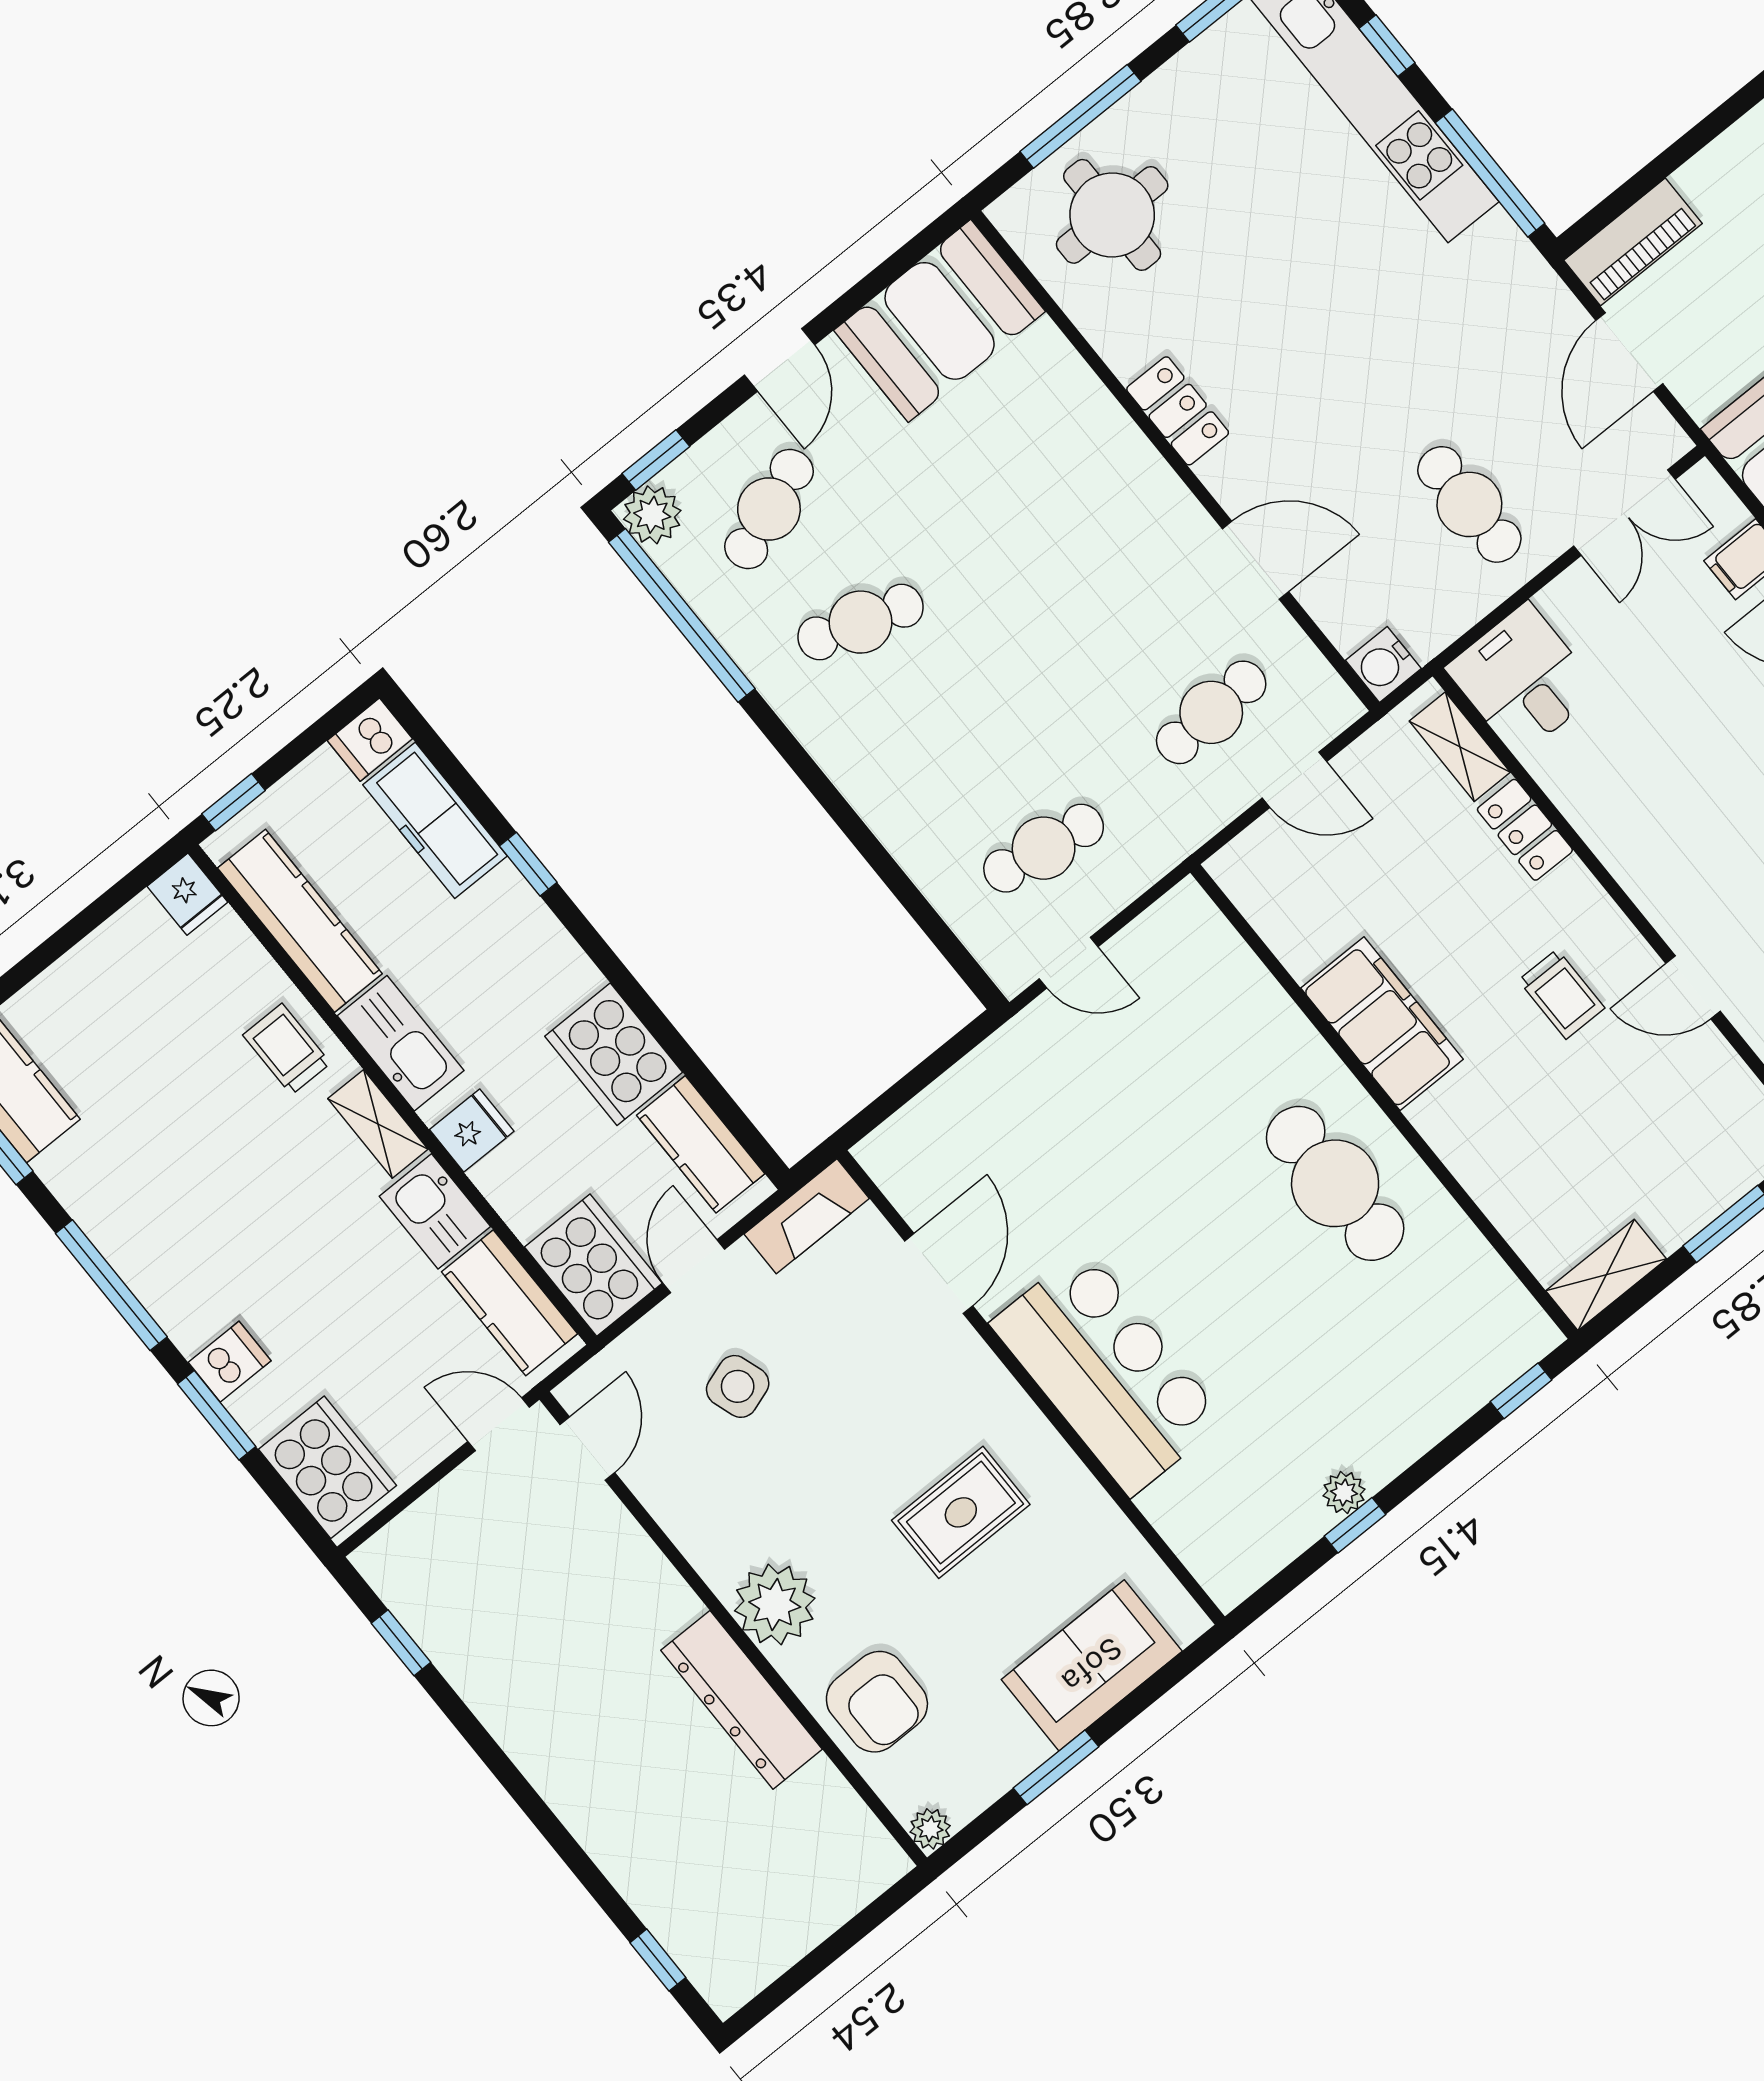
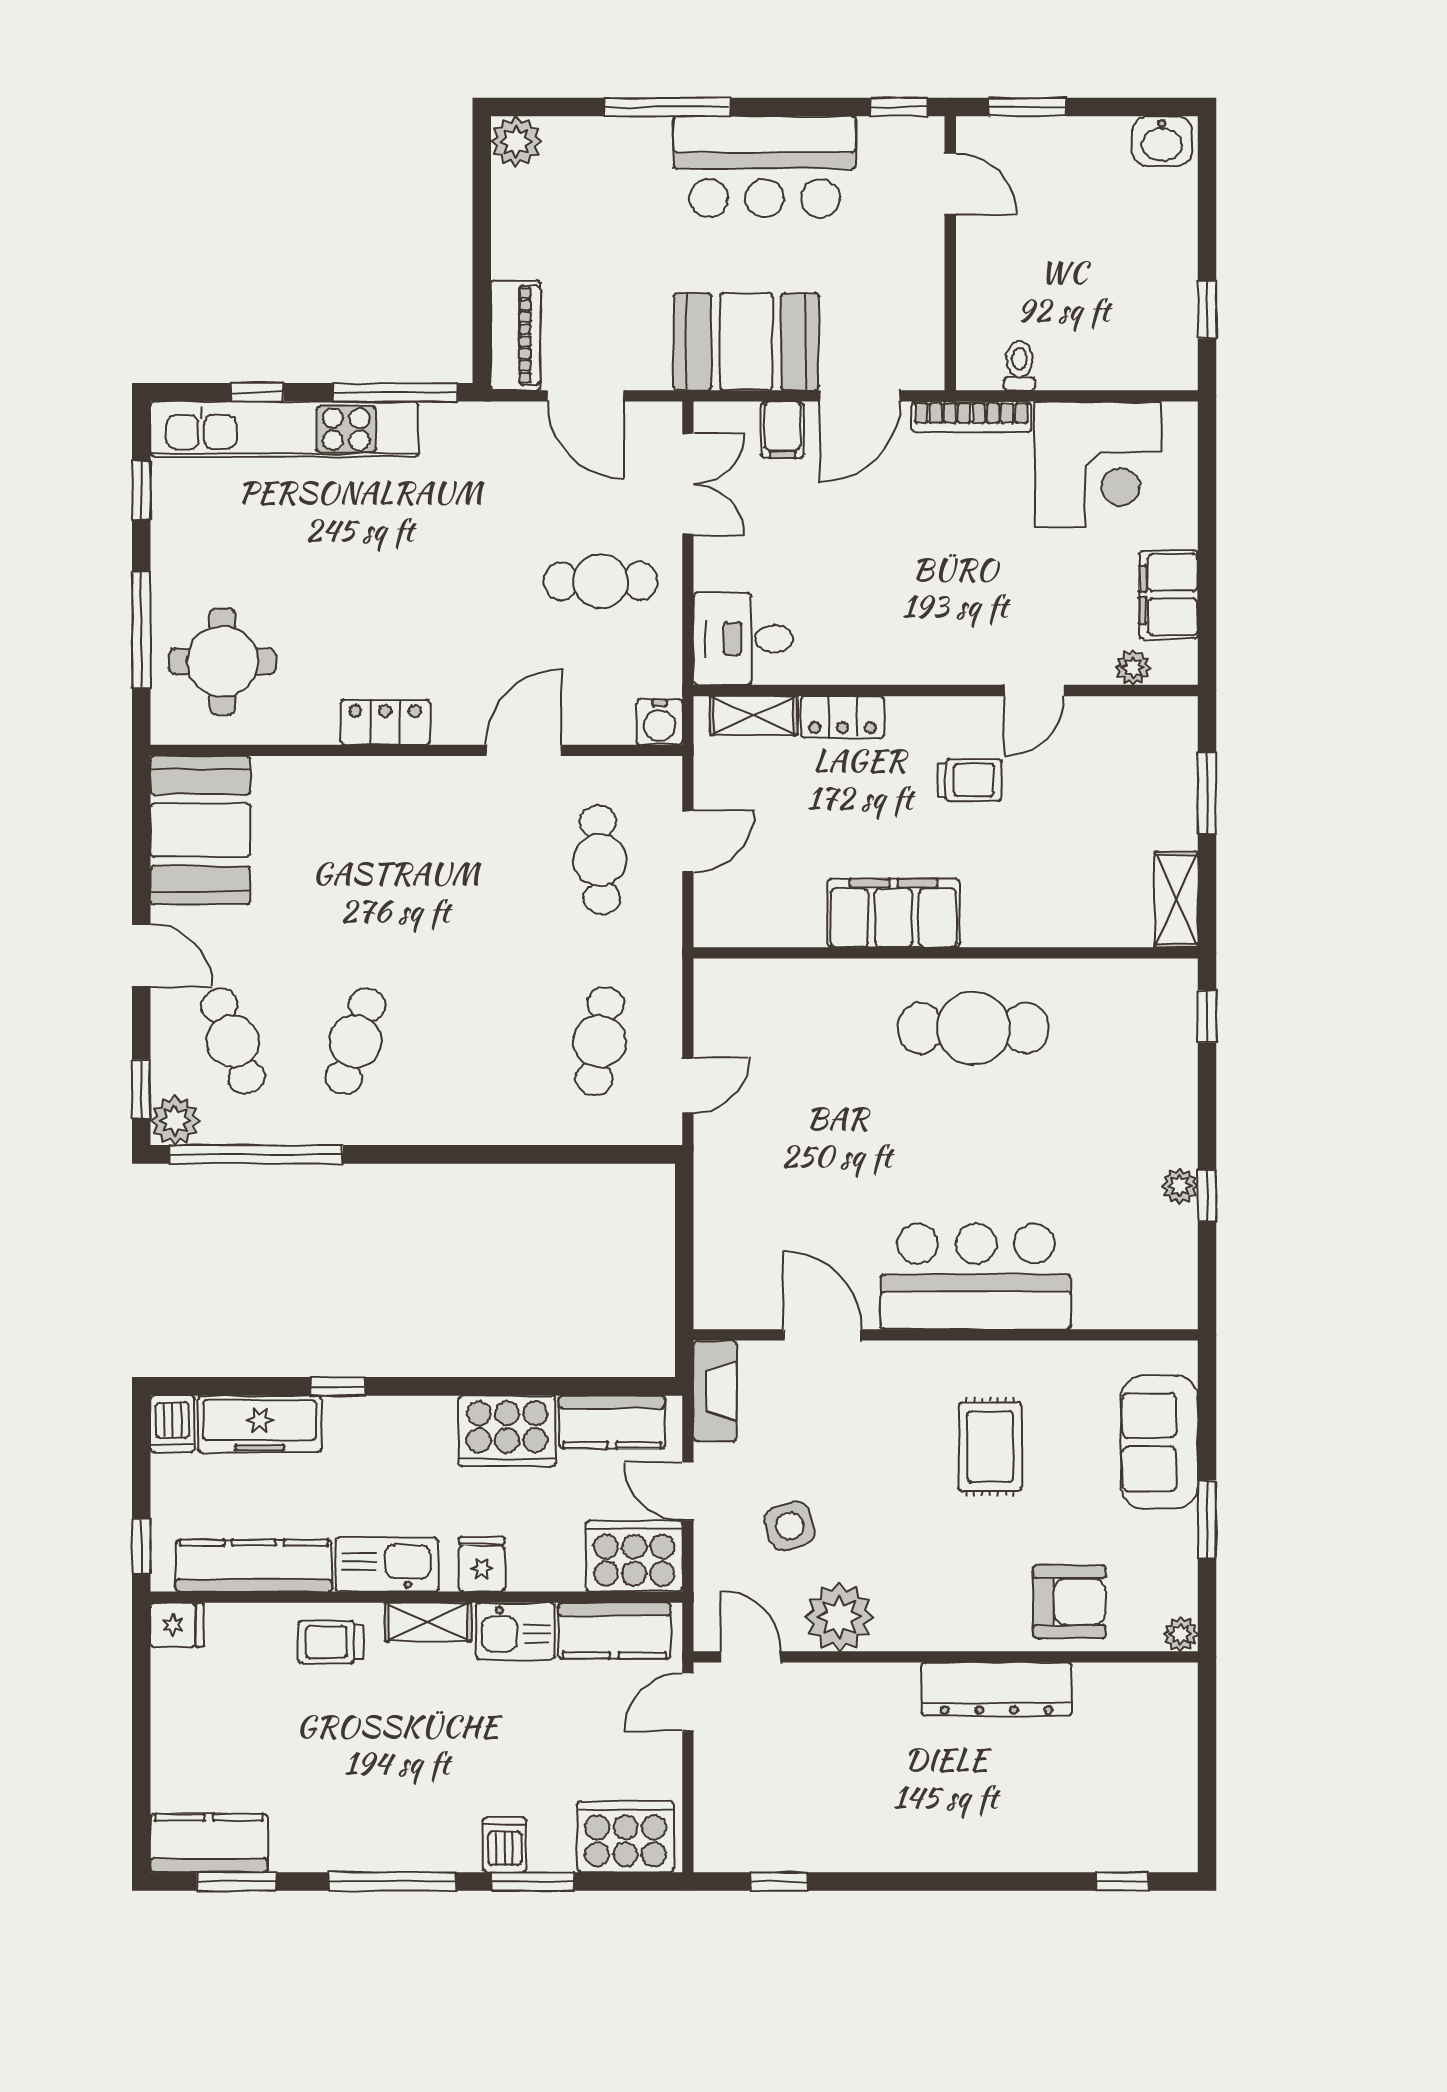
plant: (775, 1604) -> (839, 1617), moved

